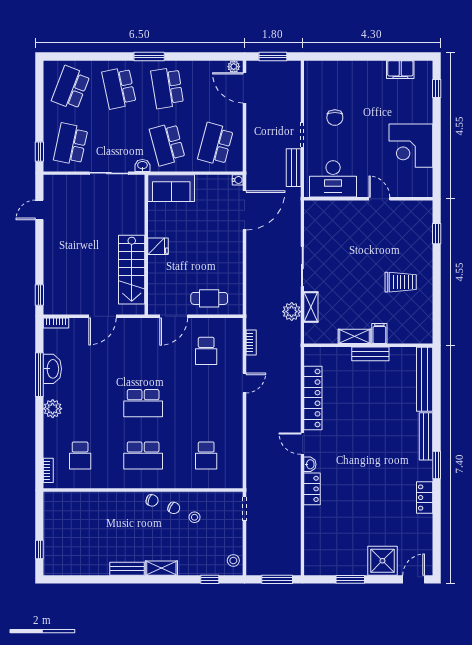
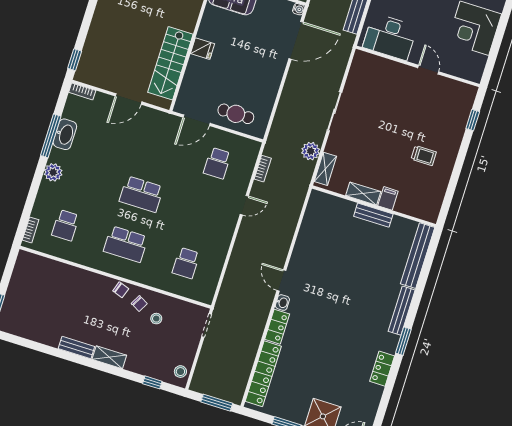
trolley: (401, 282) -> (424, 156), width x0.73, depth x0.72
shelving: (311, 307) -> (325, 169), moved
locker: (313, 398) -> (263, 374), moved

